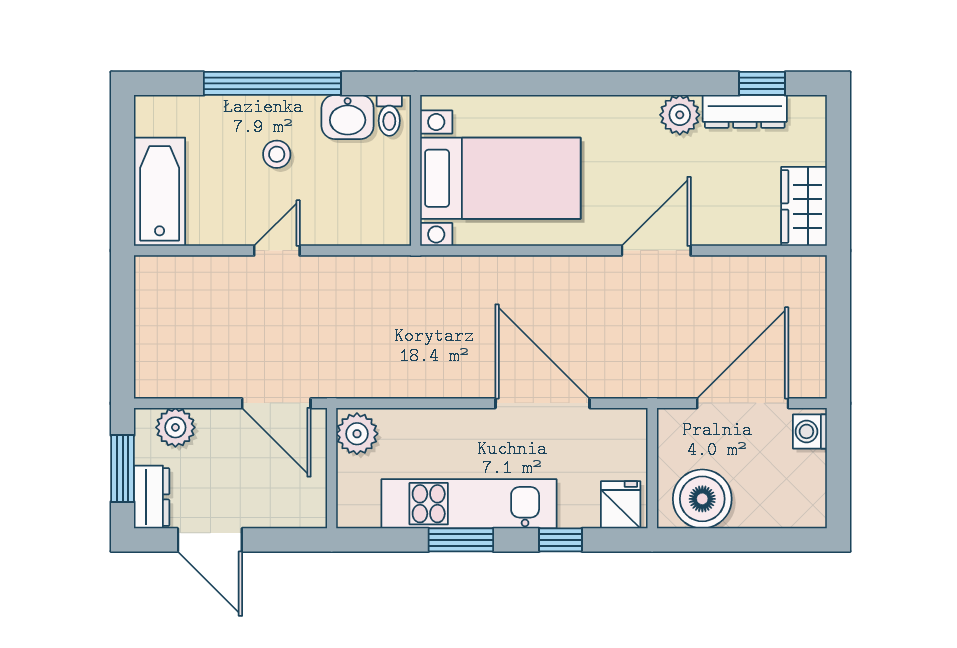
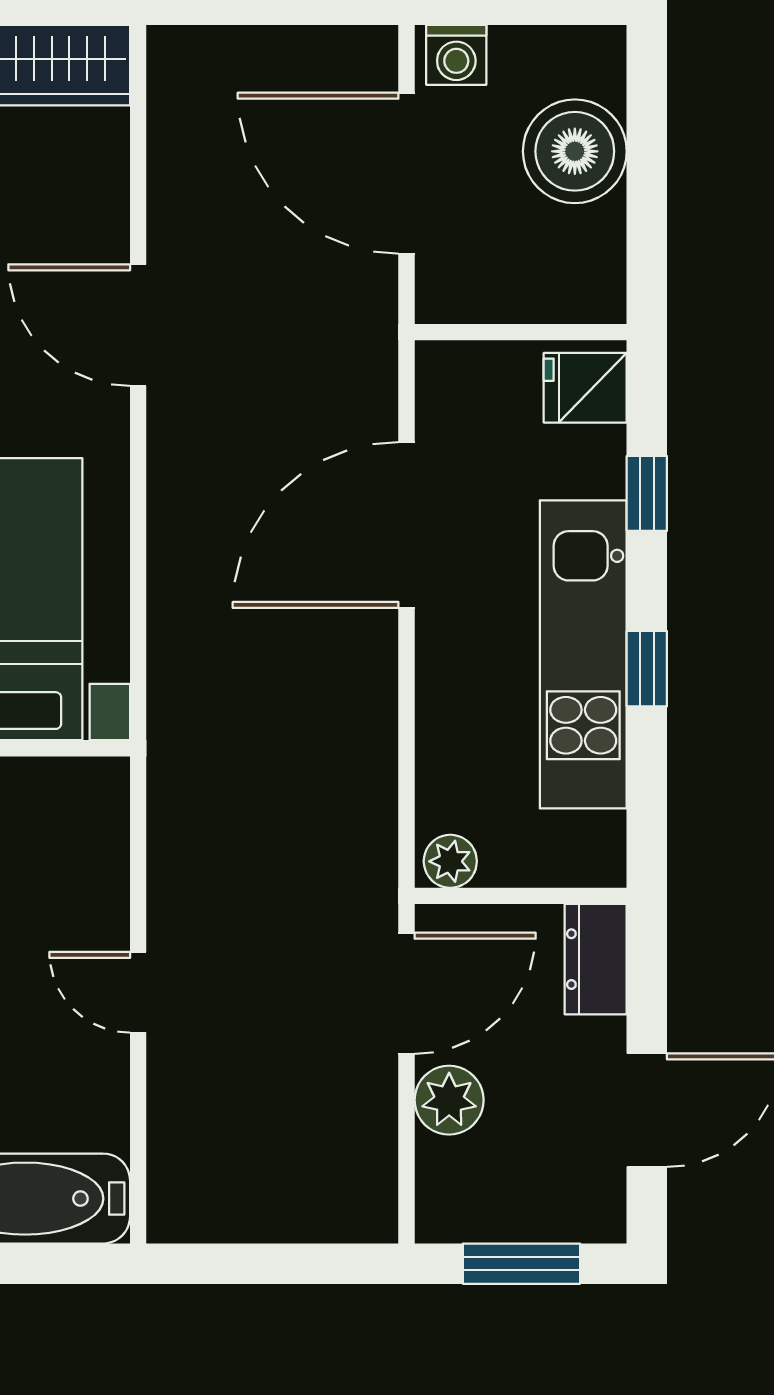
plant: (175, 427) -> (449, 1100), moved
plant: (357, 434) -> (450, 861), width x0.73, depth x0.73
dresser: (152, 497) -> (596, 959), moved, turned -90
boiler: (702, 499) -> (575, 151), moved
window: (461, 540) -> (647, 669), width x0.67

